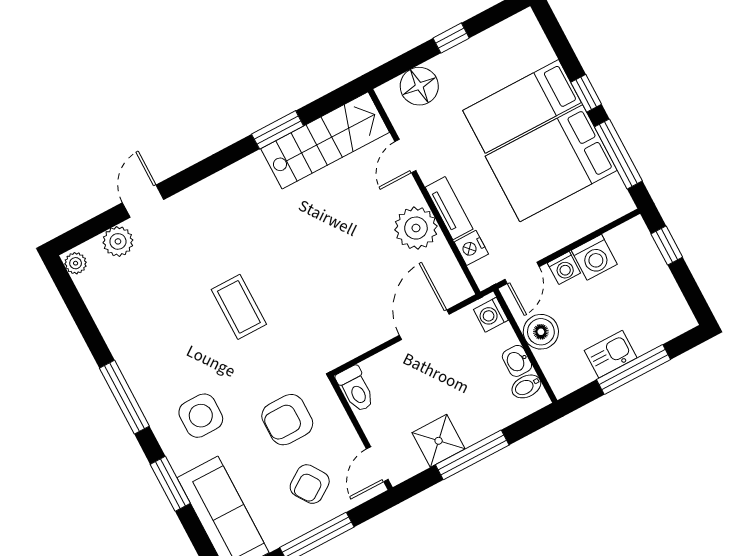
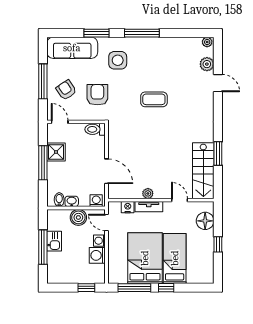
plant: (416, 228) -> (148, 193), width x0.53, depth x0.53

